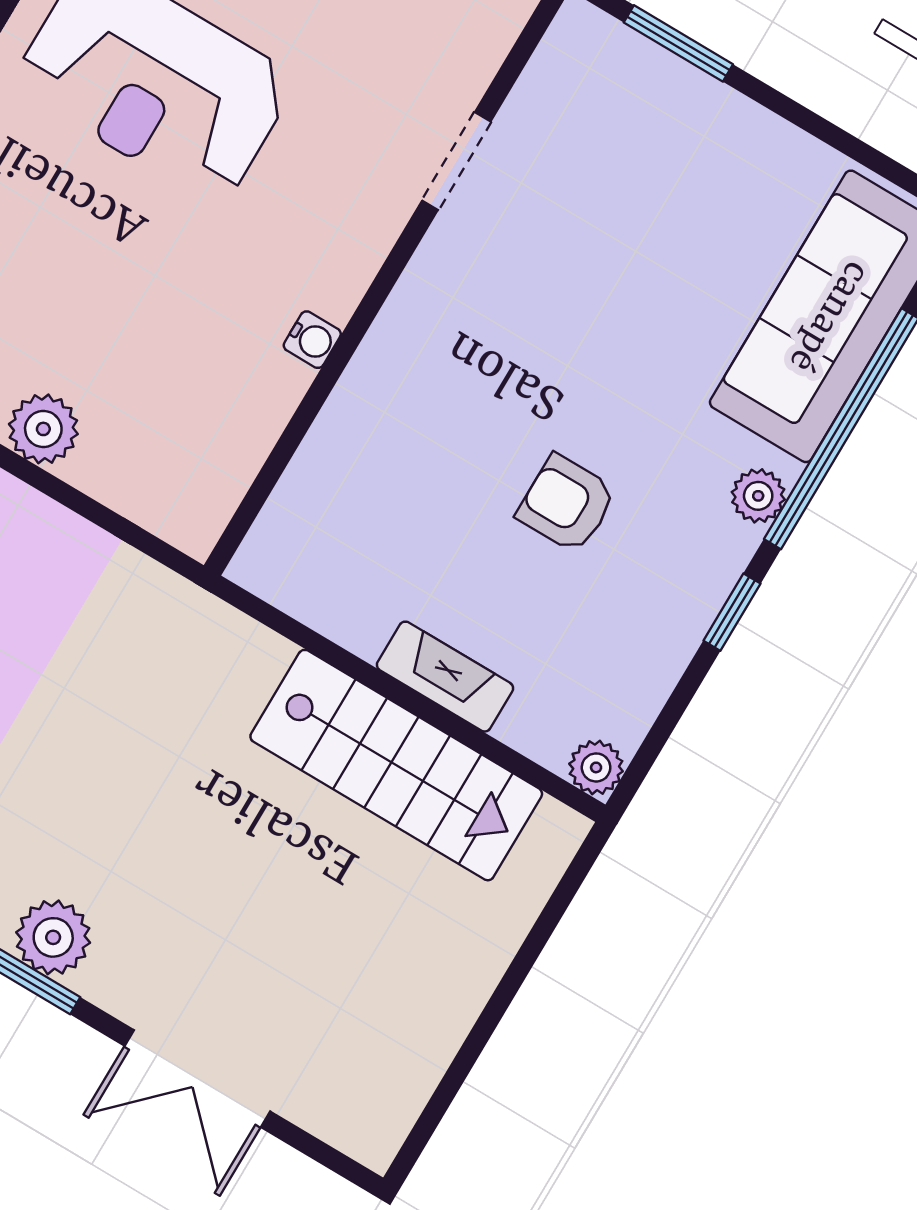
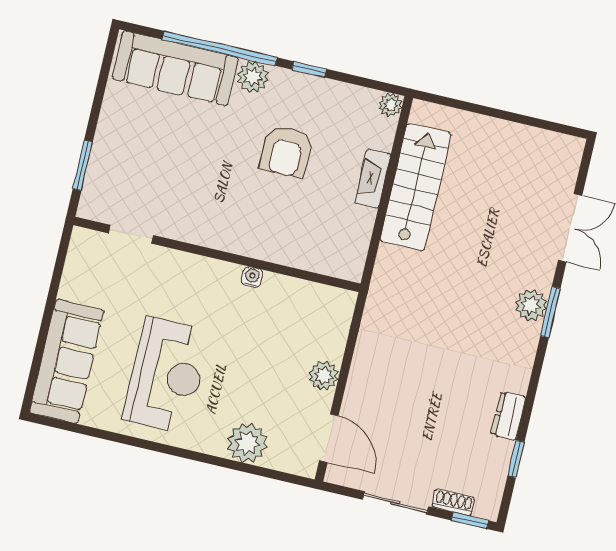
doorway: (456, 161) -> (131, 234), moved
plant: (758, 496) -> (253, 77), width x1.38, depth x1.38
armchair: (567, 504) -> (286, 151), width x1.38, depth x1.38

